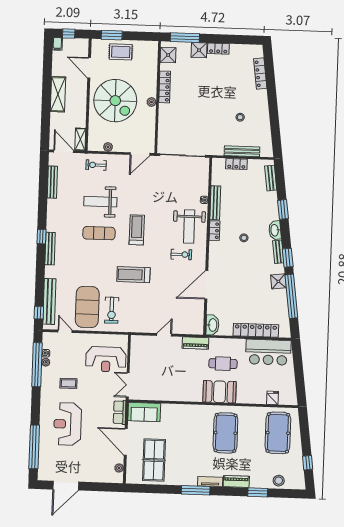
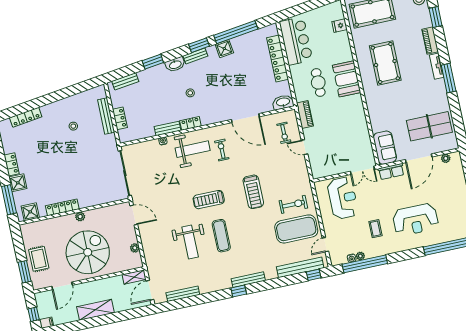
exercise bike: (96, 165) -> (284, 133), moved
bench: (215, 203) -> (168, 128), width x0.73
pool table: (225, 433) -> (385, 63), turned 90

